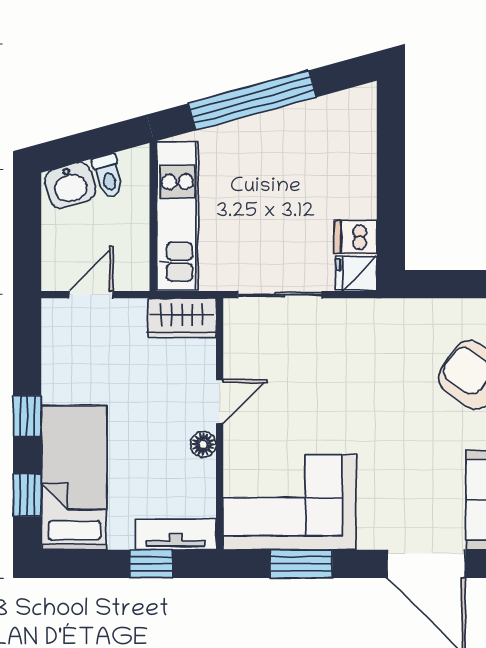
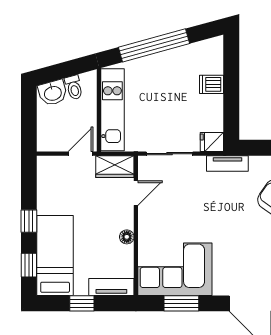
dishwasher: (355, 237) -> (212, 84), moved
door: (91, 295) -> (80, 154), moved
tv unit: (384, 312) -> (227, 163), added
door: (220, 401) -> (136, 193), moved
window: (151, 564) -> (82, 303), moved

